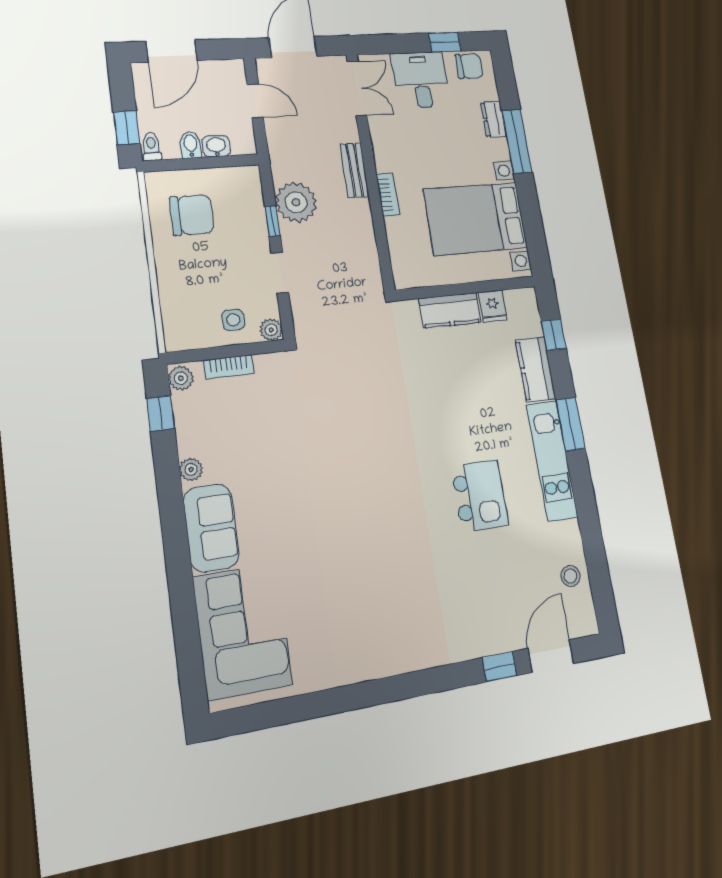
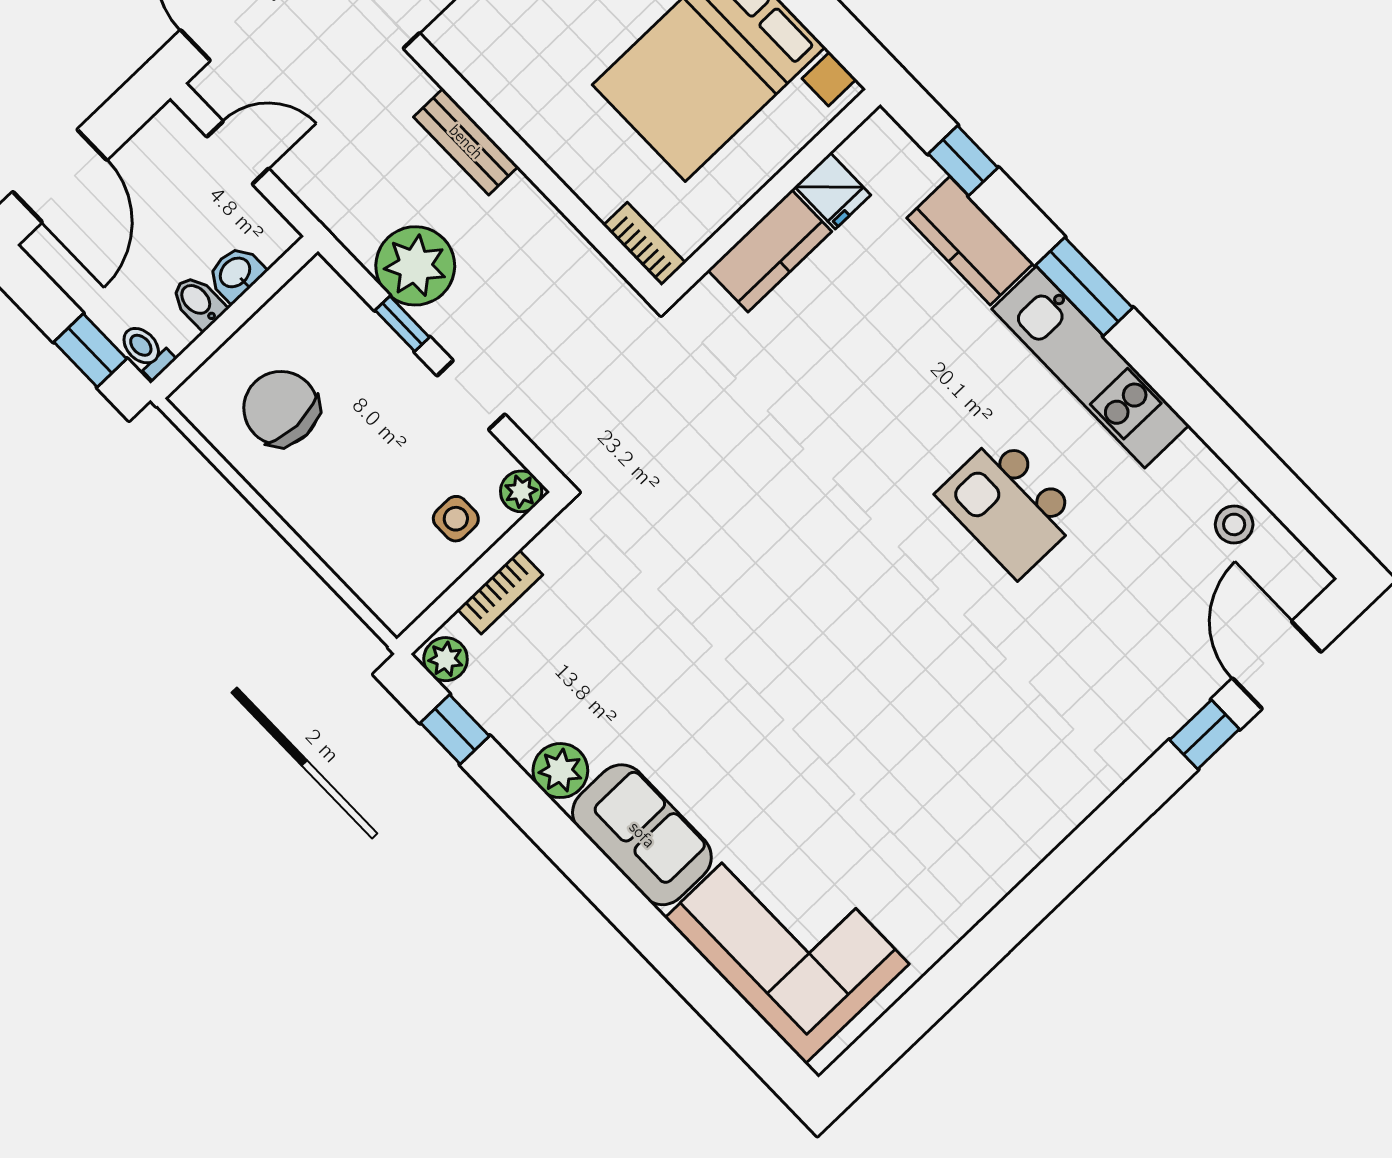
bookcase: (388, 195) -> (645, 244), moved
chair: (192, 215) -> (281, 408), turned -90
plant: (191, 470) -> (560, 771), width x1.38, depth x1.38
kitchen island: (480, 496) -> (1009, 506), turned 180

